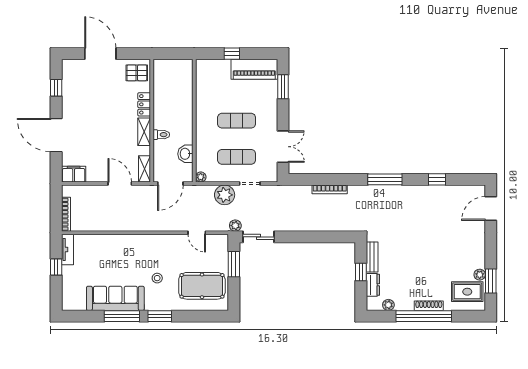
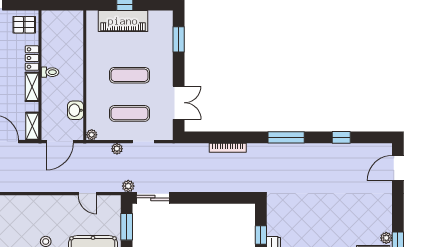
piano: (254, 69) -> (123, 21), moved
toilet: (161, 135) -> (50, 72), moved
plant: (225, 195) -> (117, 149), width x0.53, depth x0.53
bench: (372, 257) -> (273, 219), removed

